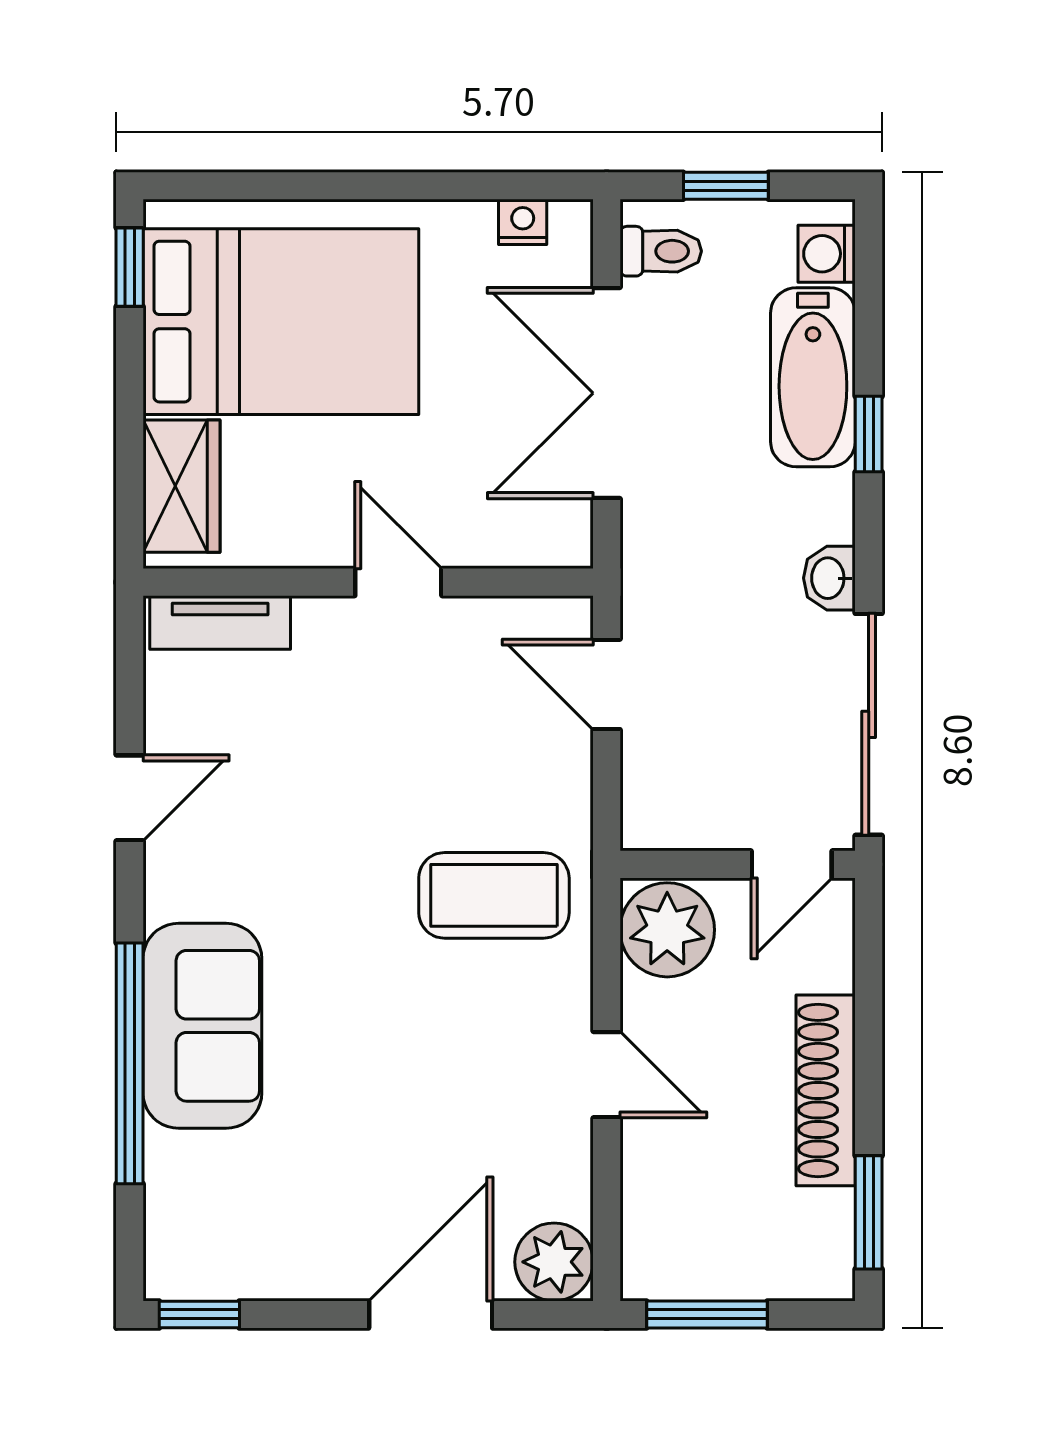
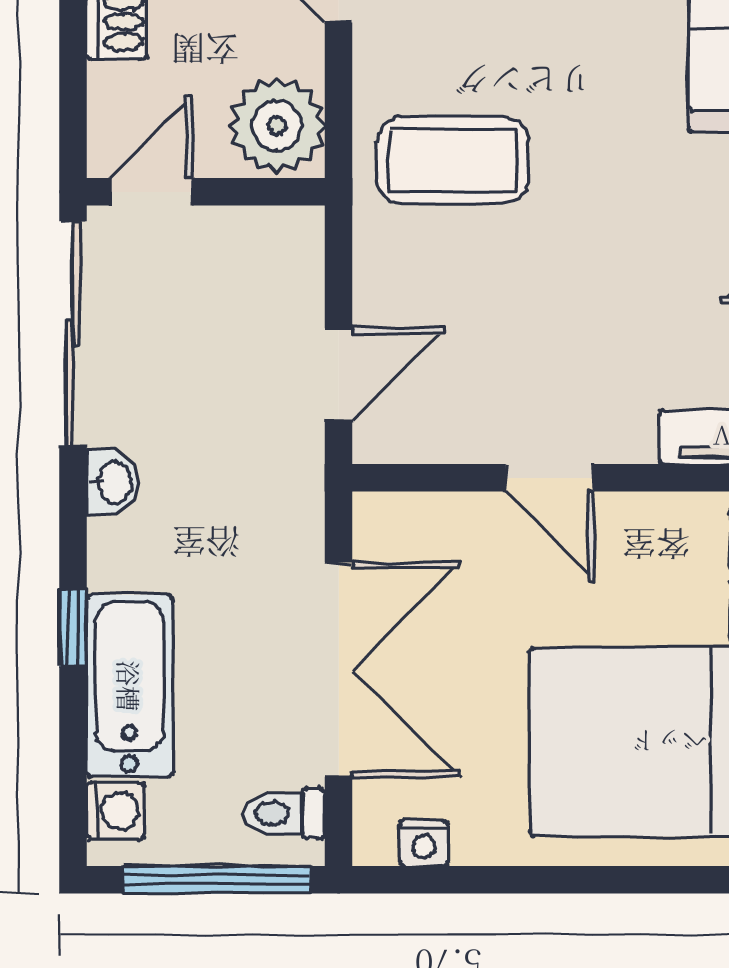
window: (726, 186) -> (218, 880), width x2.17
door: (607, 684) -> (339, 374), hinge flipped

